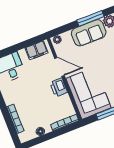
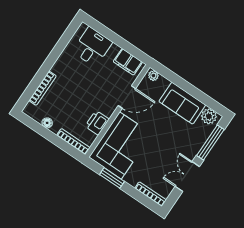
window: (90, 18) -> (198, 95), removed
door: (59, 67) -> (127, 97), hinge flipped
printer: (59, 87) -> (97, 123), moved

